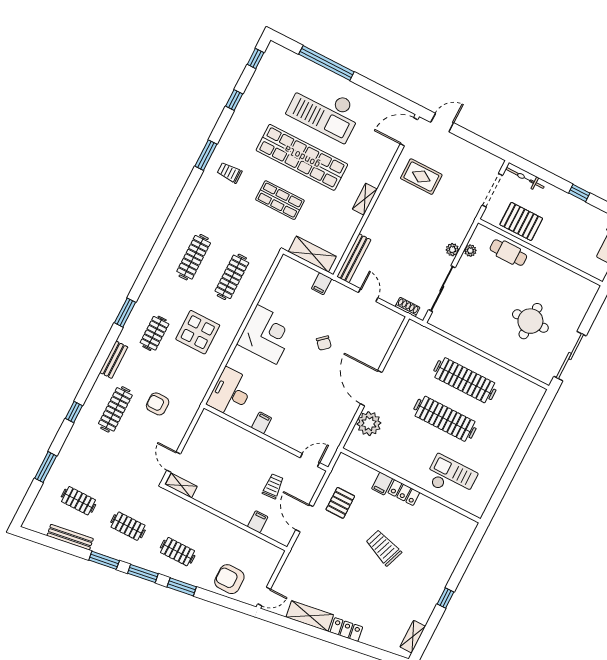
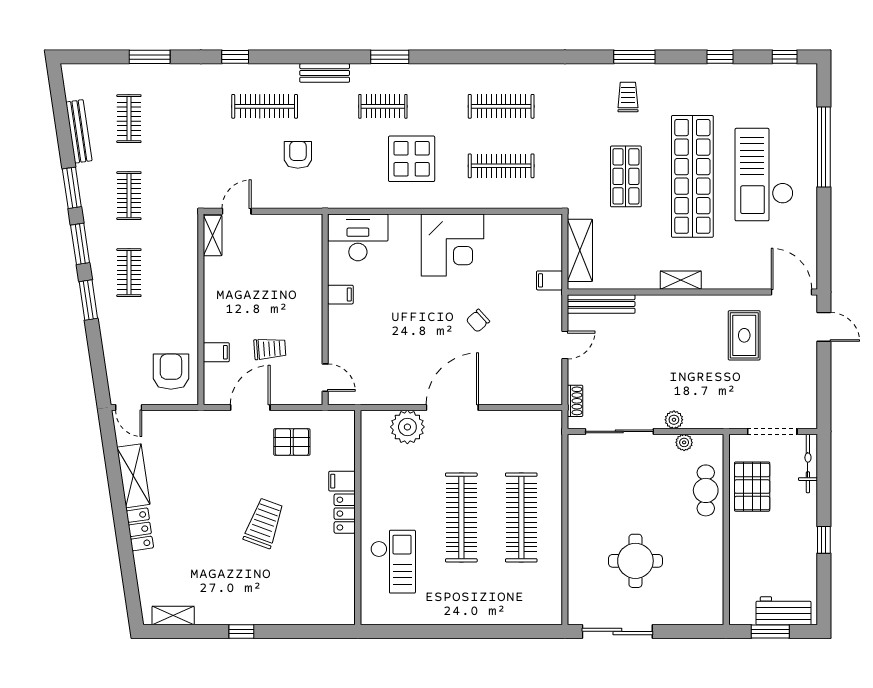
armchair: (229, 579) -> (171, 372), moved

